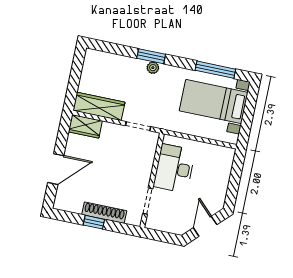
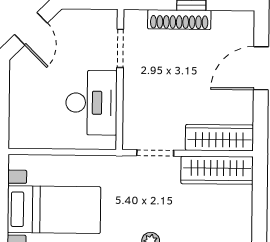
wardrobe: (85, 126) -> (219, 138), width x1.50

